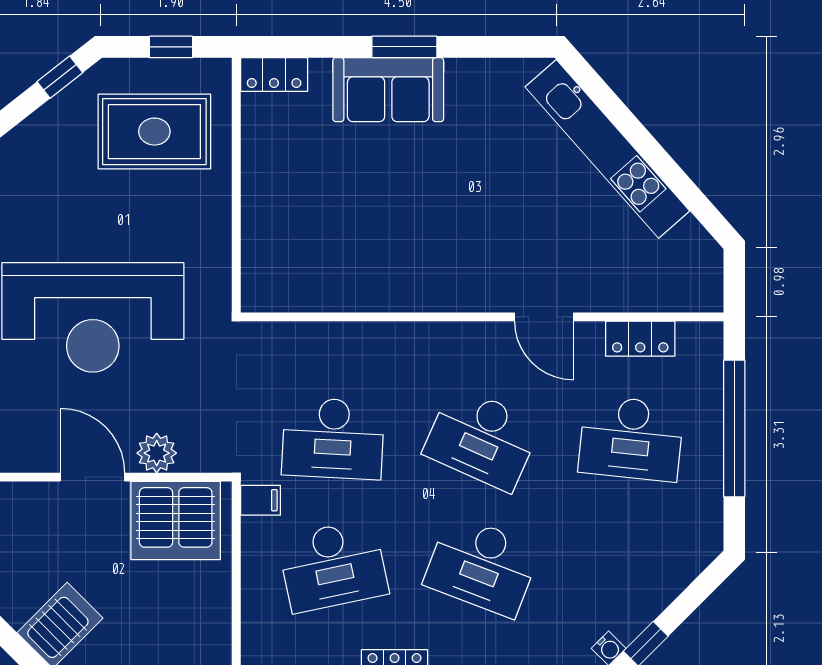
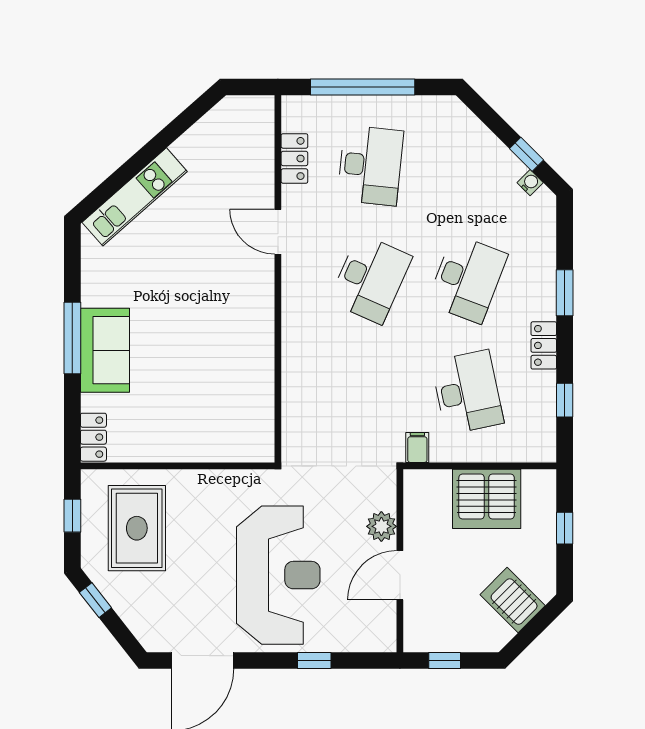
window: (404, 47) -> (72, 338), width x1.44
kitchen unit: (607, 149) -> (135, 197), width x0.73
door: (544, 317) -> (278, 232), swing flipped
desk: (333, 438) -> (370, 392), removed
server rack: (176, 521) -> (487, 499), moved, turned 90

